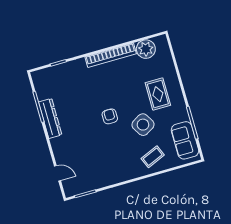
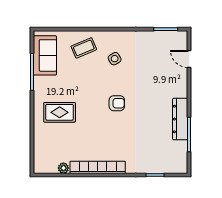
plant: (146, 49) -> (63, 168), width x0.53, depth x0.53
rug: (158, 94) -> (60, 112), turned 90
armchair: (110, 116) -> (117, 103), turned -90
side table: (143, 125) -> (115, 59), moved, width x0.54, depth x0.54

